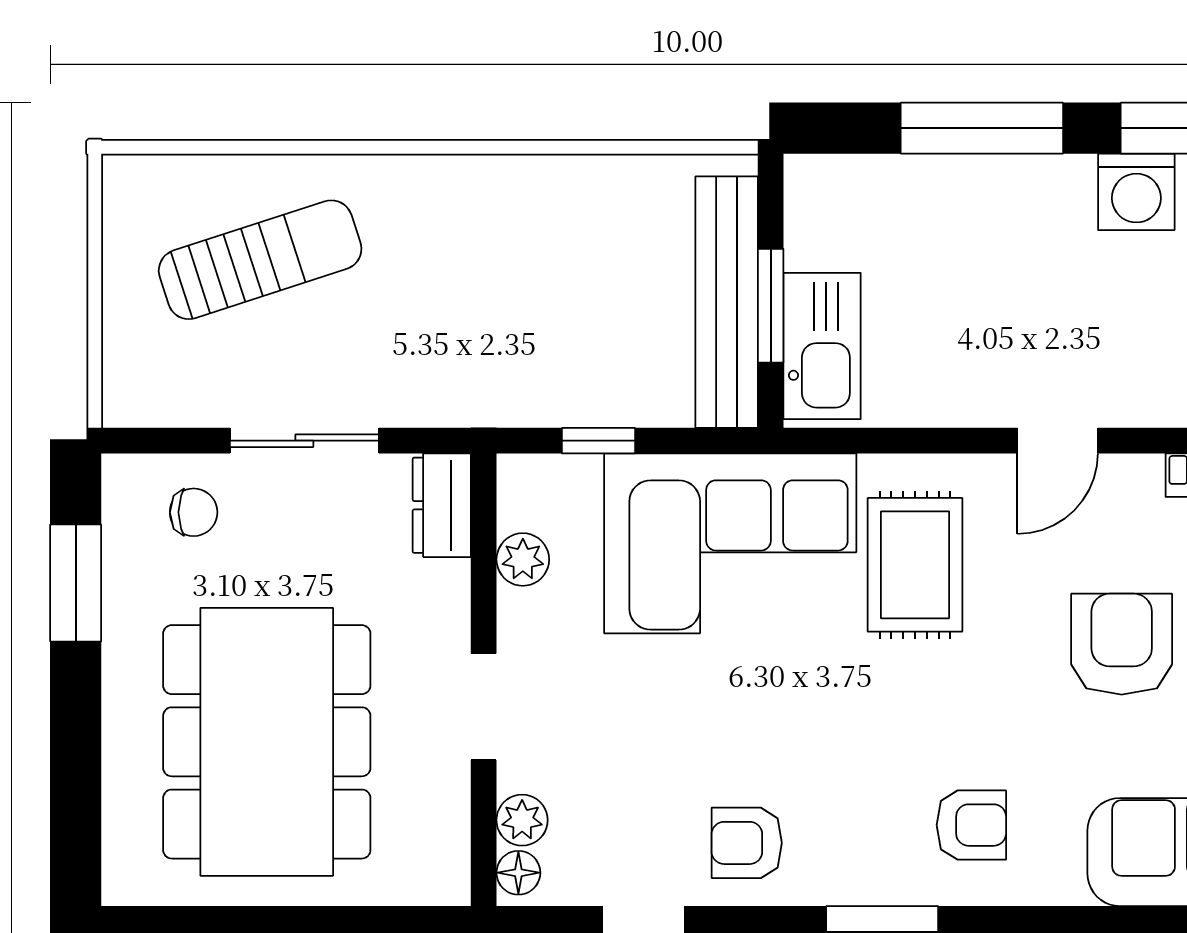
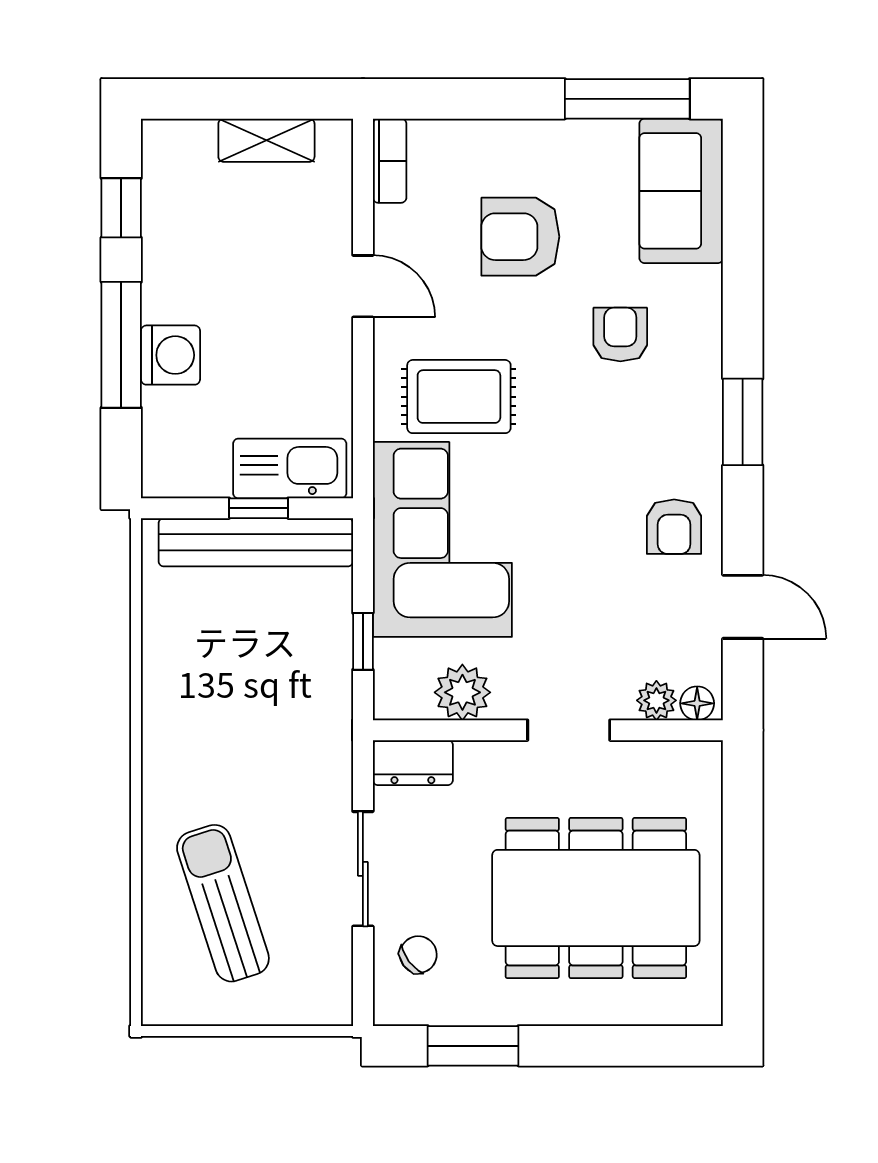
washing machine: (1136, 192) -> (171, 355), moved
window: (771, 306) -> (259, 508), width x0.67
chair: (194, 512) -> (418, 955), turned 53
plant: (523, 559) -> (462, 692), width x1.38, depth x1.38
armchair: (971, 825) -> (620, 334), moved

